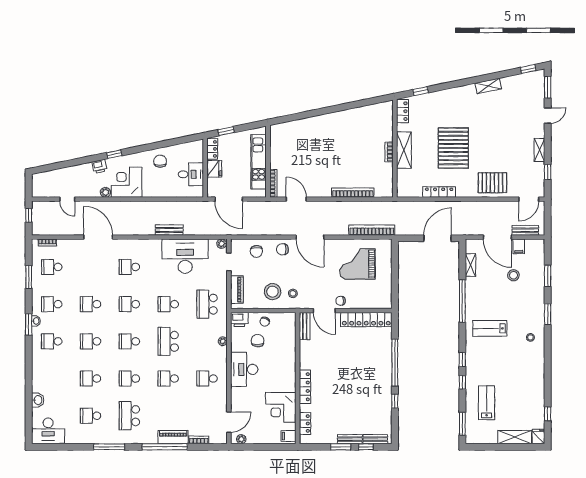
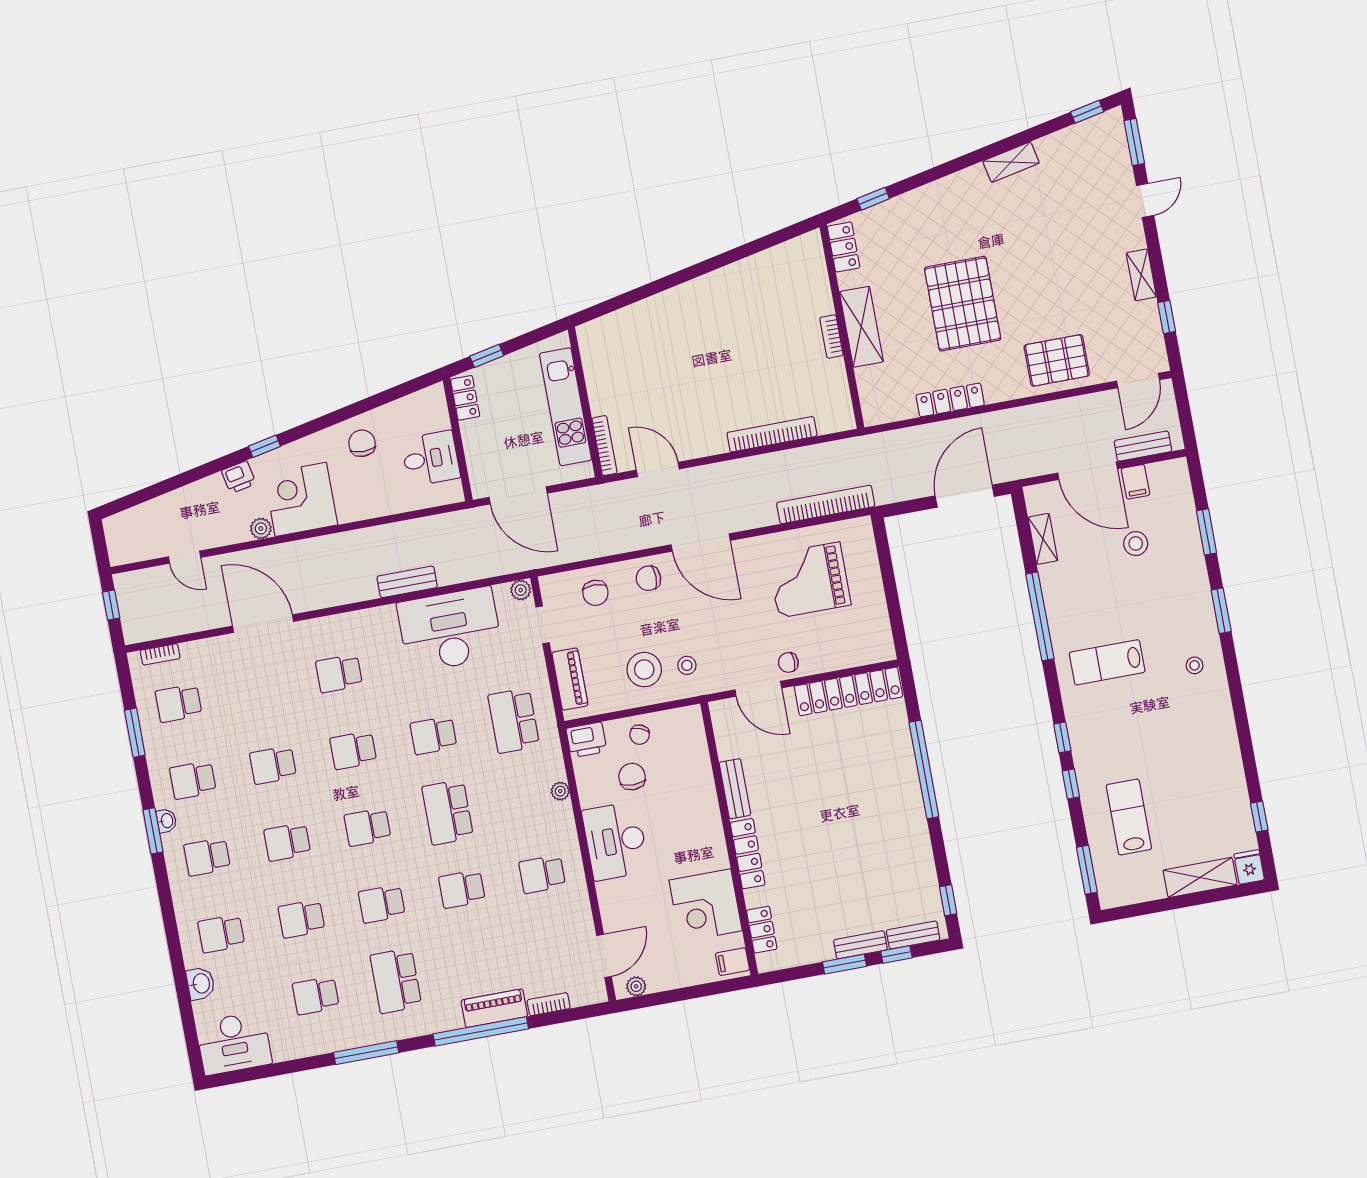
fridge: (214, 169) -> (477, 438), removed
bench: (305, 326) -> (735, 789), moved
school desk: (52, 379) -> (221, 934), added
window: (395, 401) -> (948, 900), moved

